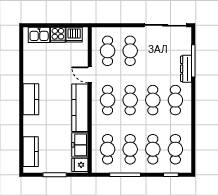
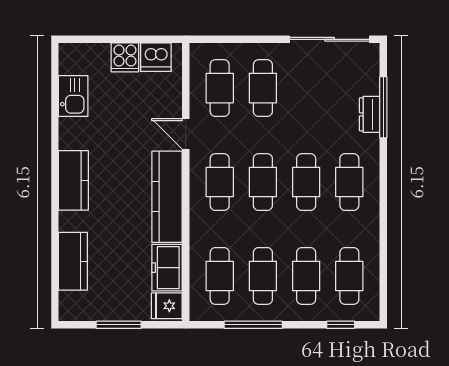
kitchen sink: (39, 35) -> (73, 96), moved, turned -90
dresser: (186, 69) -> (370, 114), width x0.70
kitchen counter: (31, 152) -> (73, 261), moved

